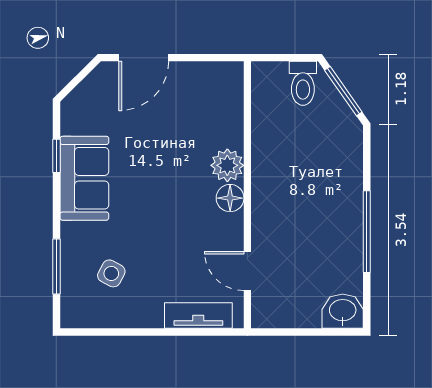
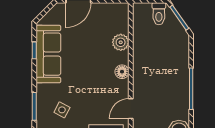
plant: (227, 165) -> (121, 42), moved
sofa: (84, 178) -> (48, 54), width x1.36
door: (247, 271) -> (131, 109), hinge flipped

